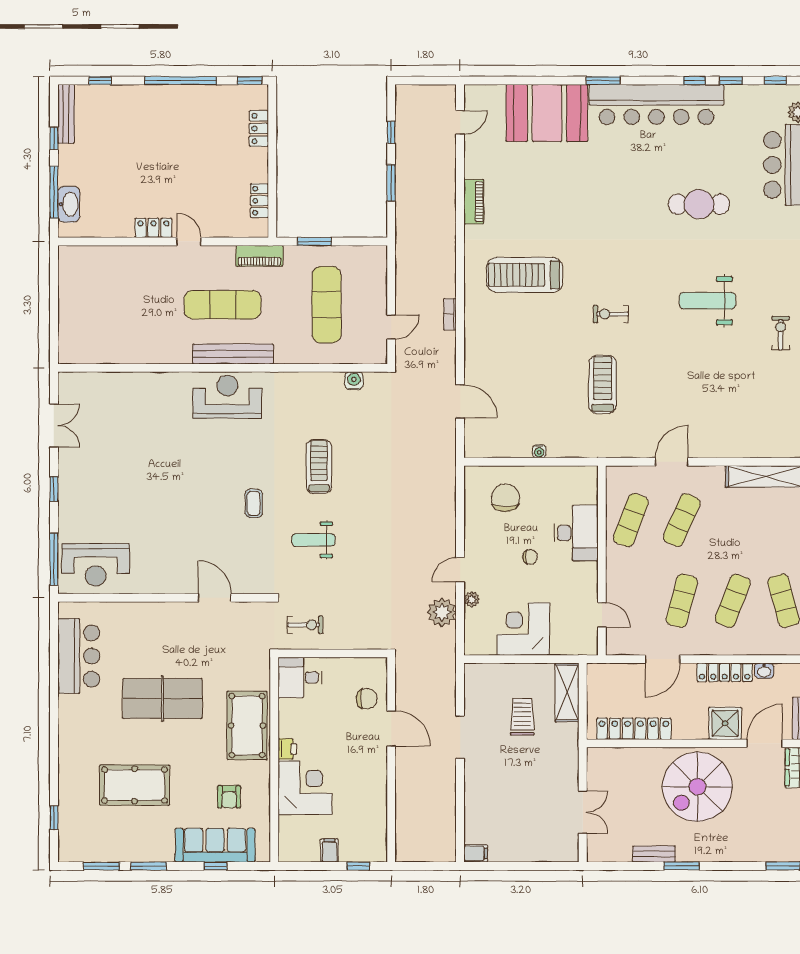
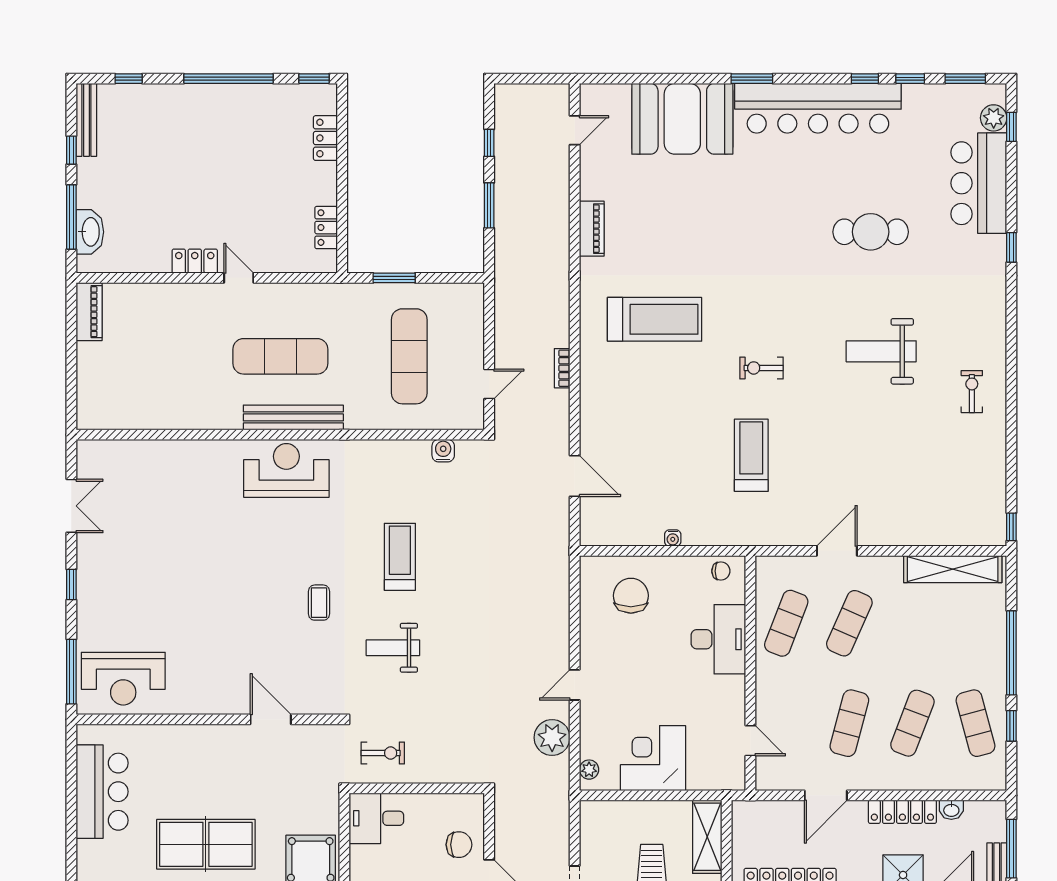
window: (775, 81) -> (965, 79), width x1.50
piano: (259, 256) -> (89, 312), moved, turned -90
treadmill: (525, 275) -> (655, 319), turned 180
chair: (530, 557) -> (721, 571), moved
plant: (472, 599) -> (589, 770), moved

